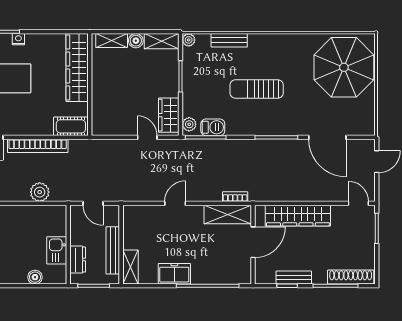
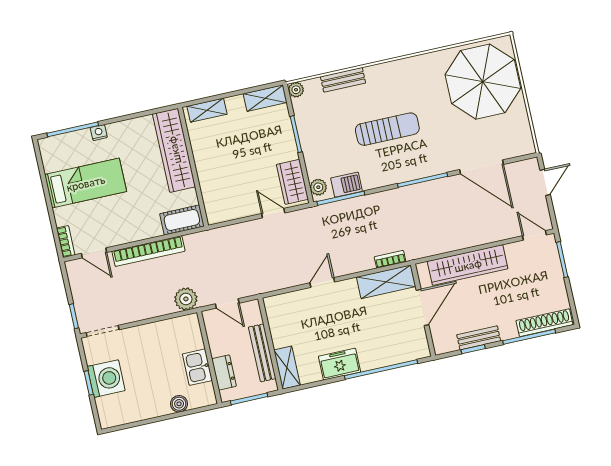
boiler: (136, 41) -> (235, 104), removed
sun lounger: (257, 89) -> (387, 129), turned 180
plant: (40, 192) -> (186, 299), moved

